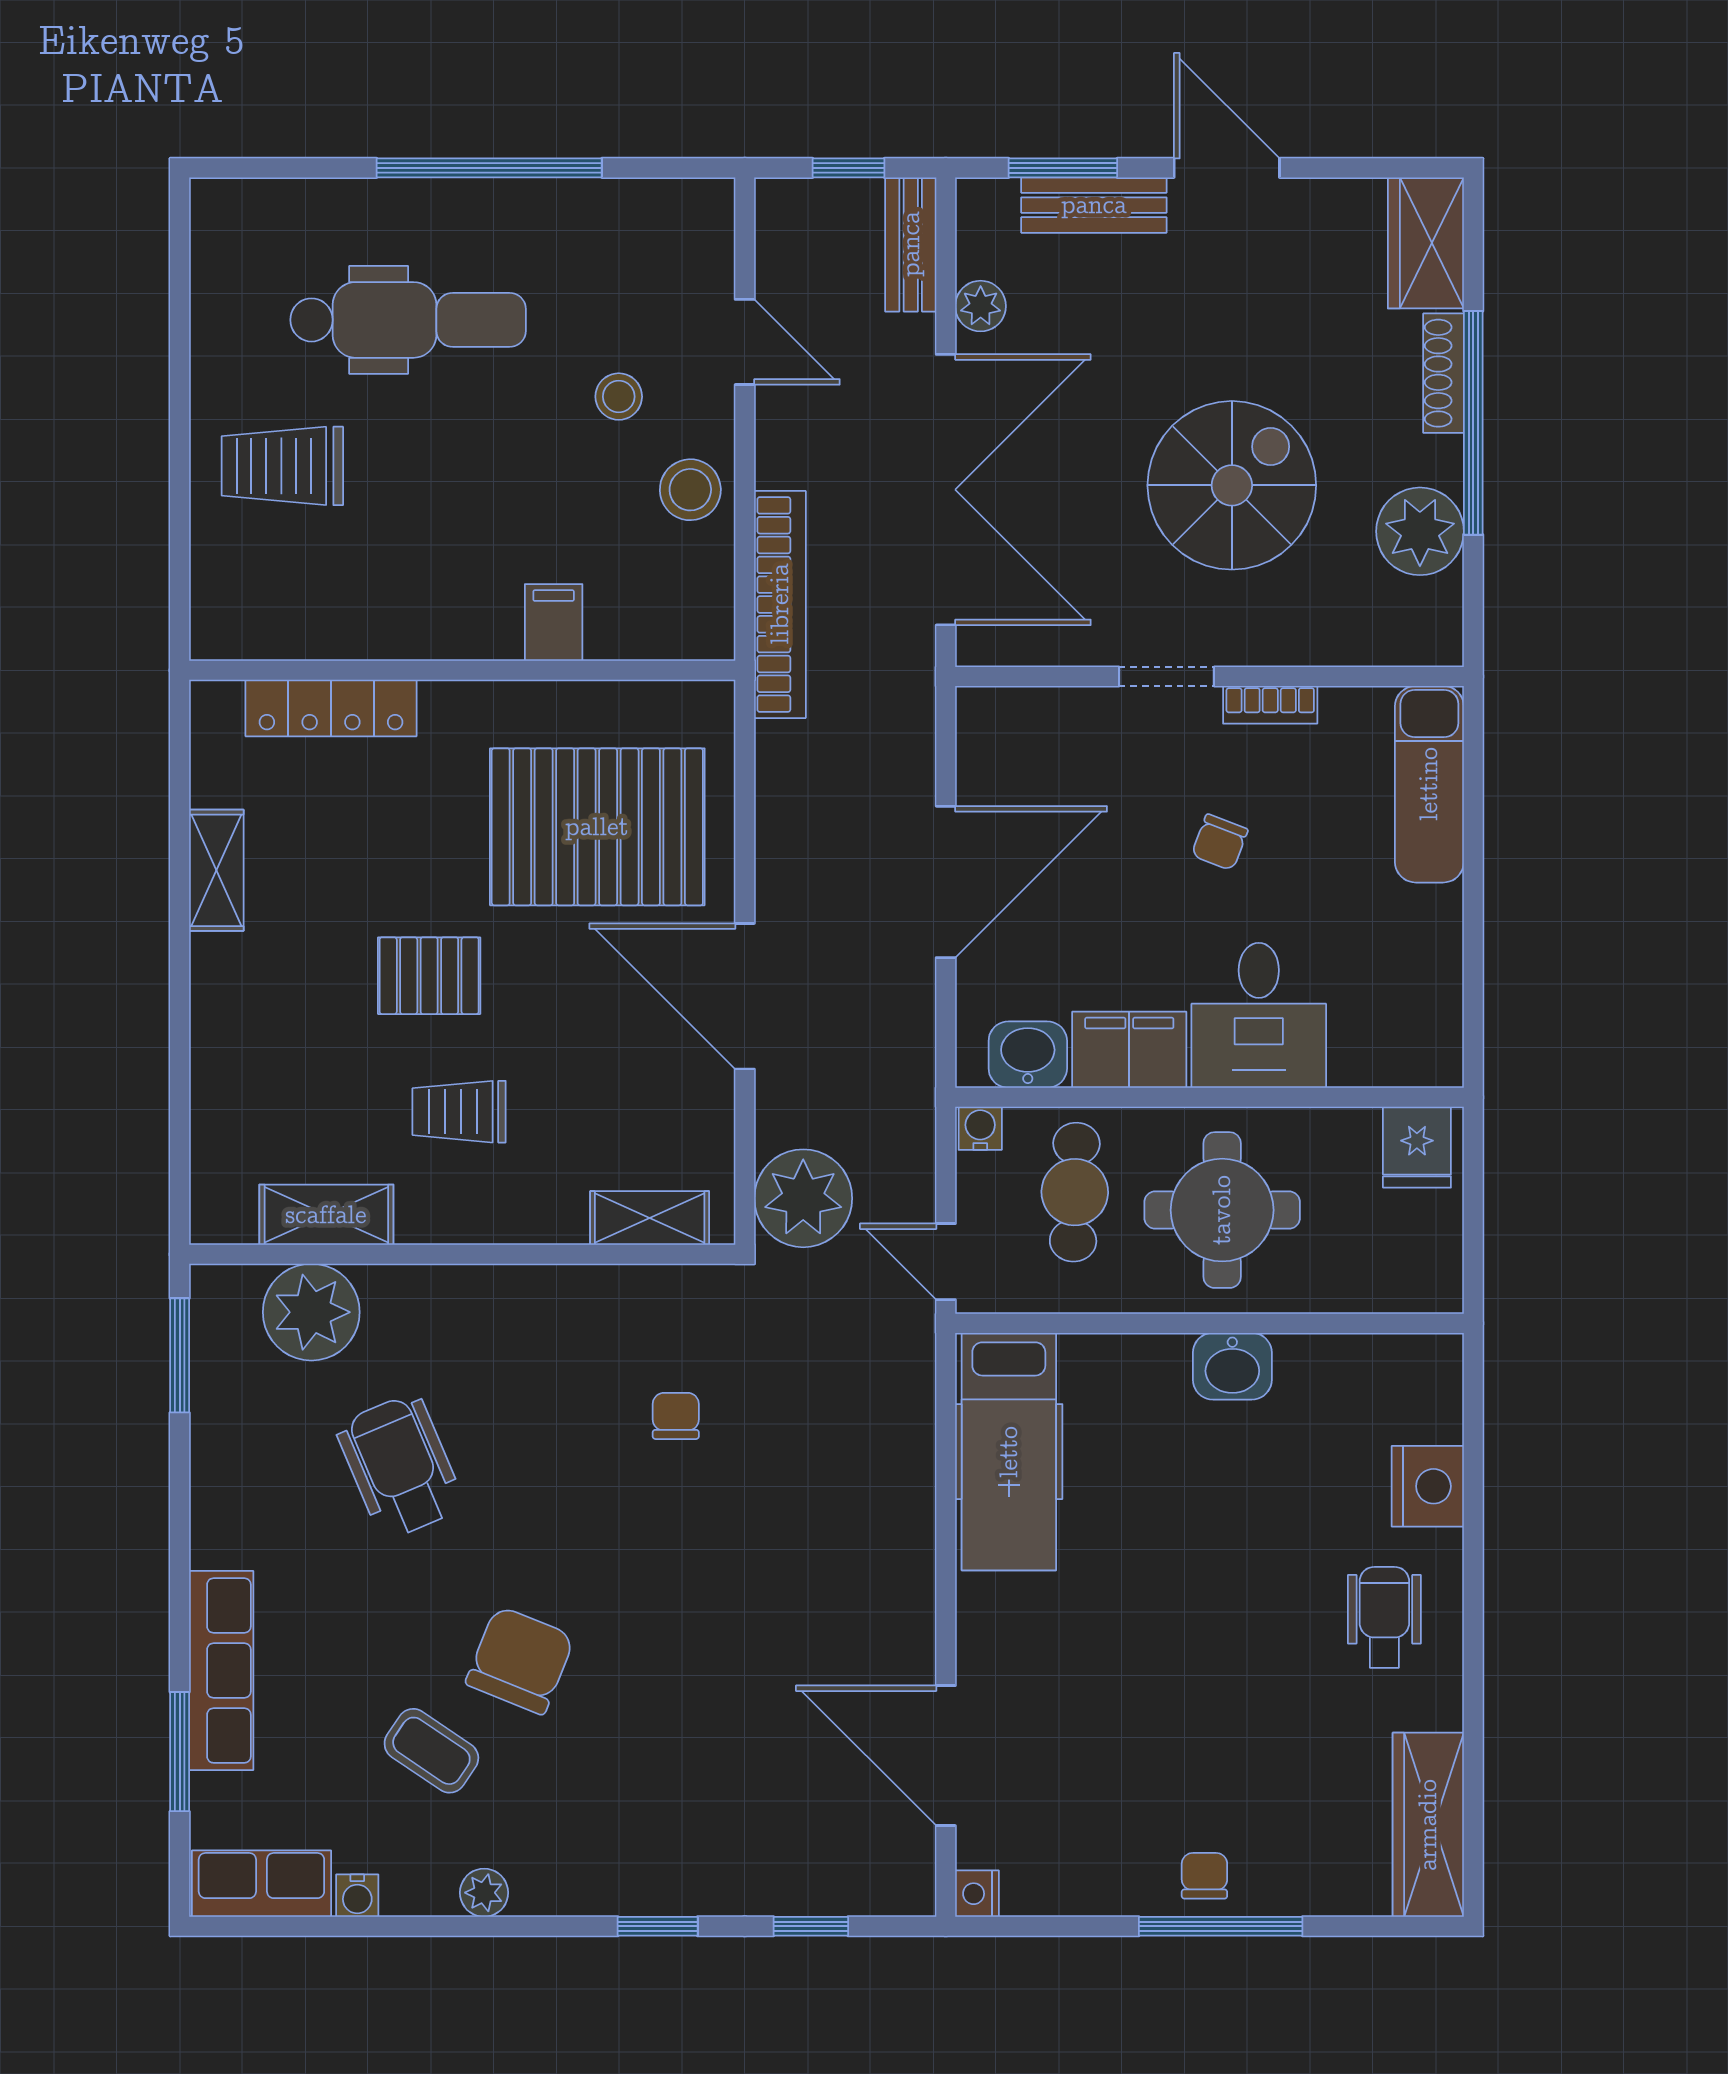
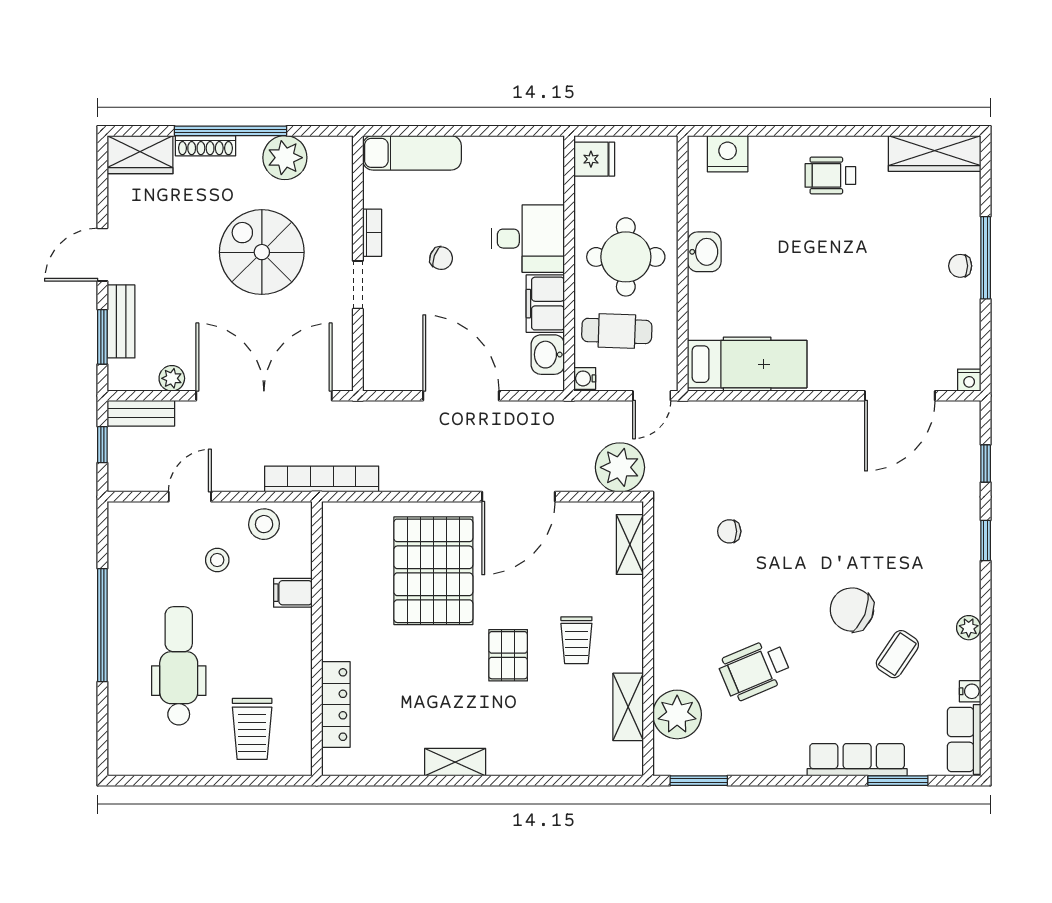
filing cabinet: (554, 622) -> (293, 593), moved
wall: (462, 670) -> (317, 639), moved
locker: (331, 708) -> (336, 705), moved
nightstand: (1428, 1486) -> (728, 154), moved

